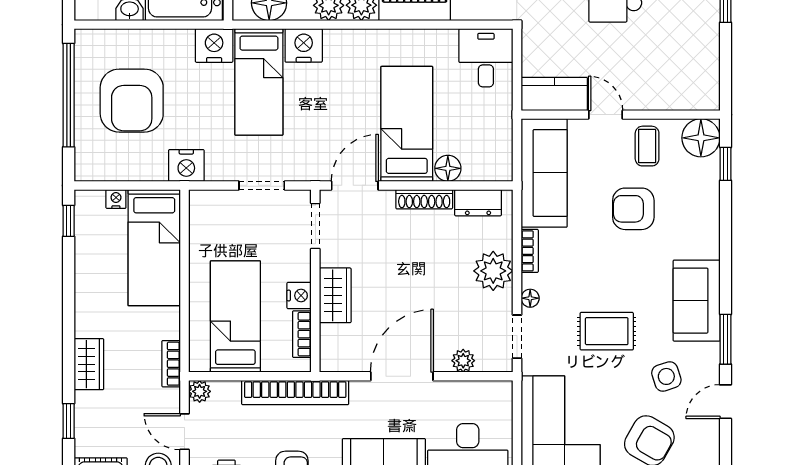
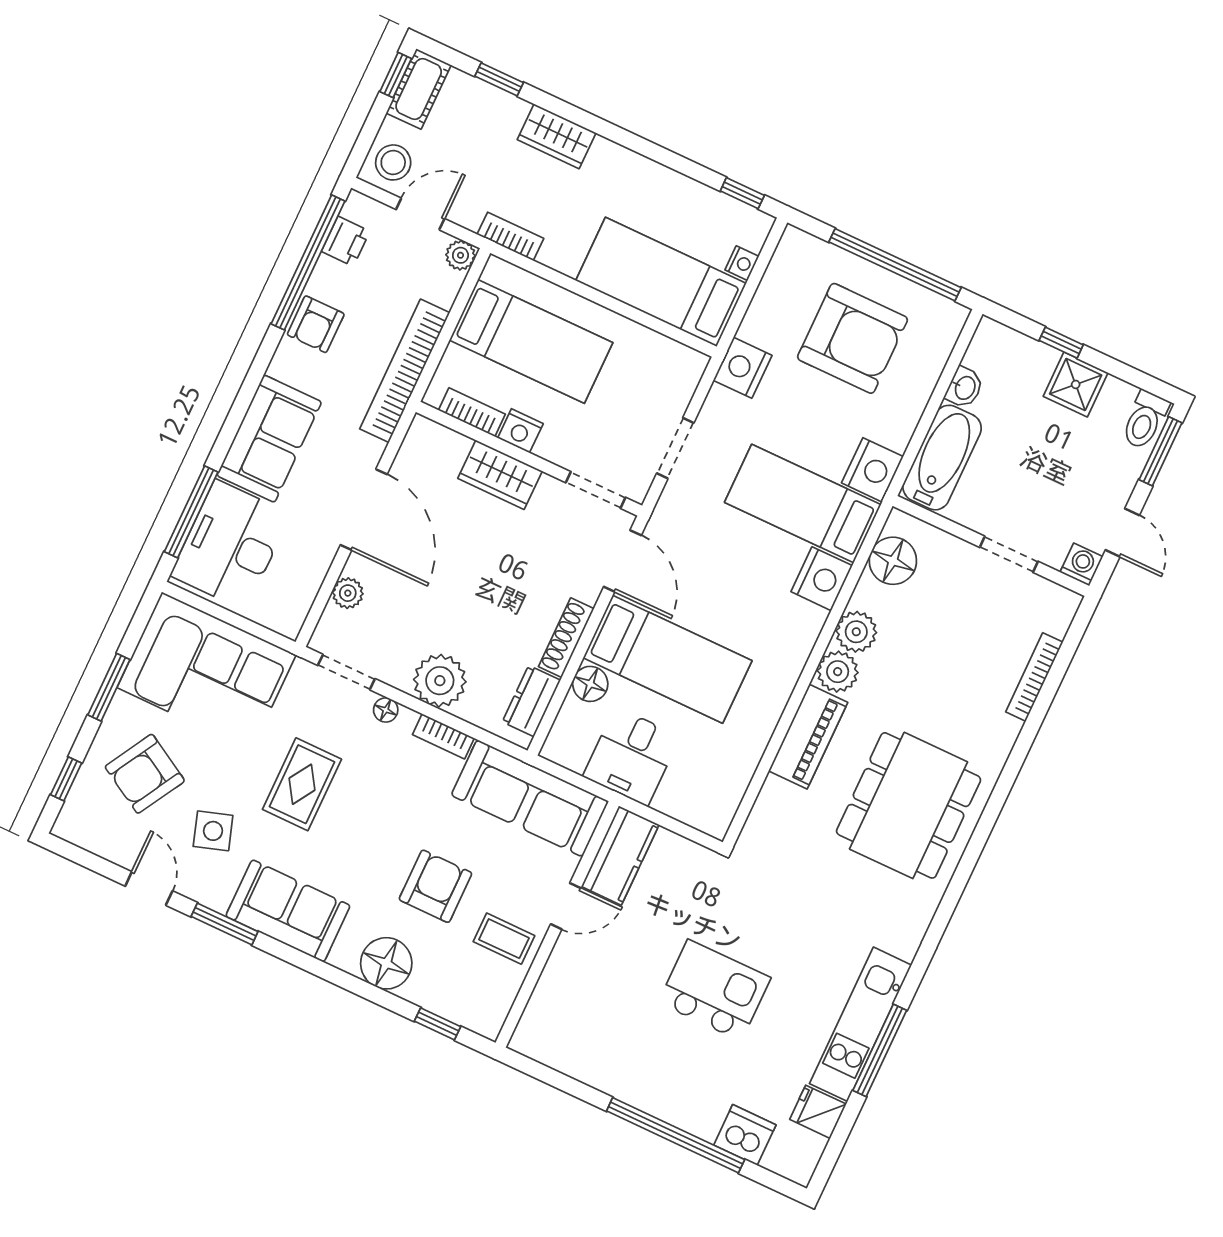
desk: (486, 58) -> (632, 757), moved, turned 90
armchair: (132, 101) -> (853, 338), turned 180
floor lamp: (701, 138) -> (386, 963), moved

